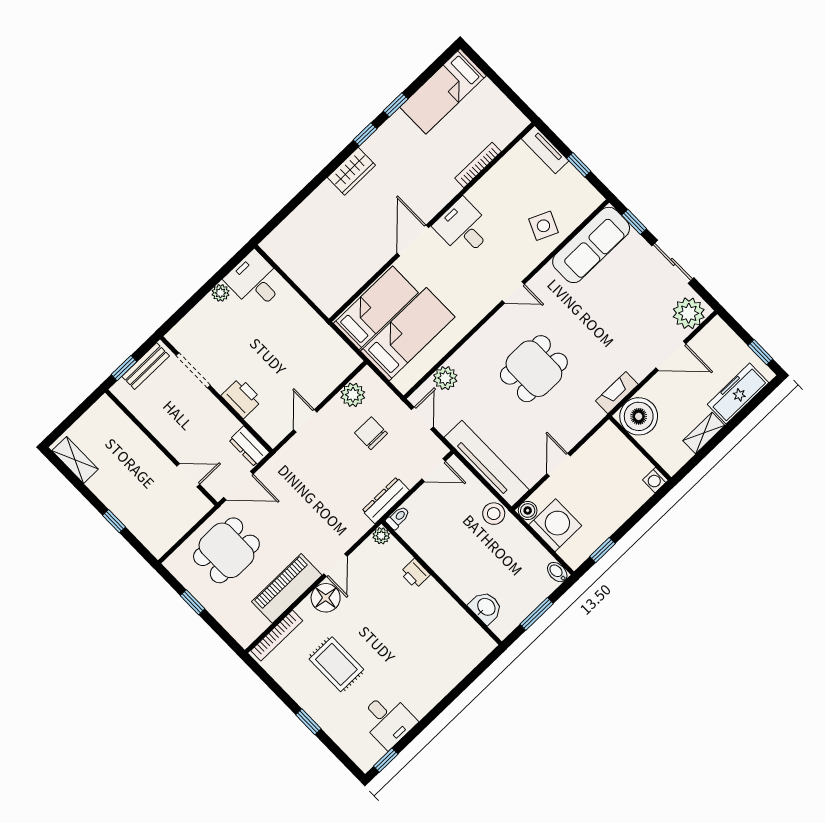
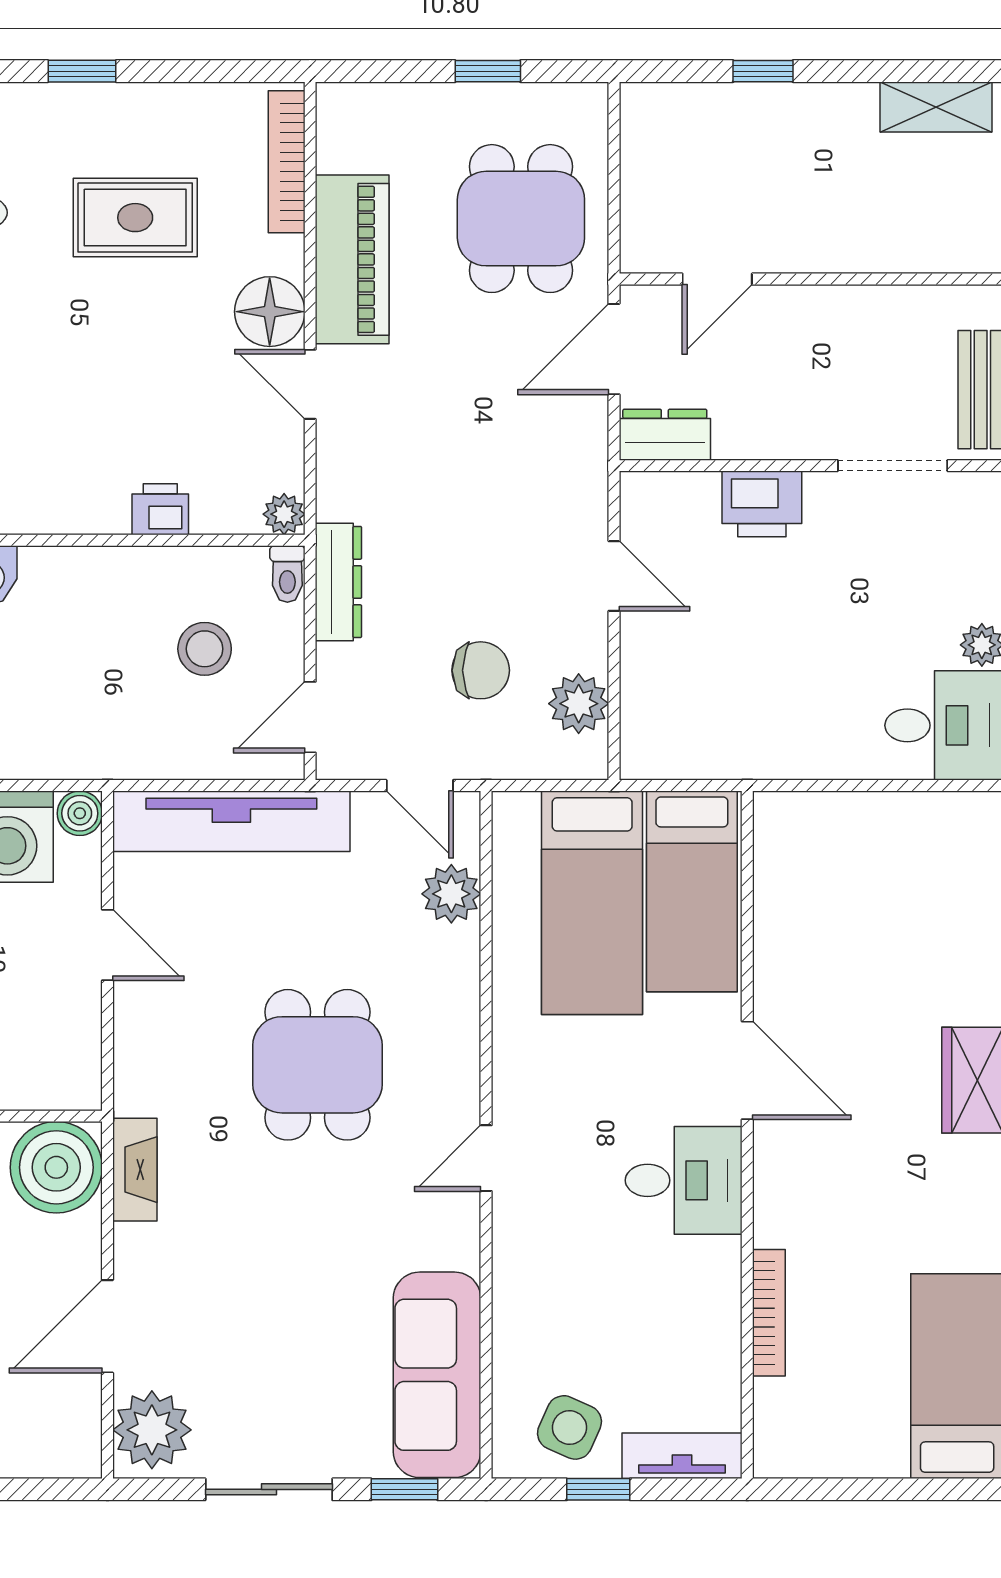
side table: (543, 226) -> (569, 1427), moved
stool: (494, 514) -> (205, 649), moved

